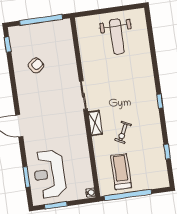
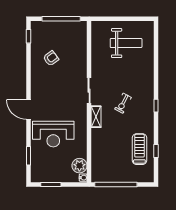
weight bench: (117, 37) -> (126, 43), turned -90
exercise bike: (123, 132) -> (123, 103), moved
treadmill: (121, 172) -> (139, 149), moved
reception desk: (49, 174) -> (53, 134), moved, turned -90
plant: (85, 180) -> (79, 166), added

